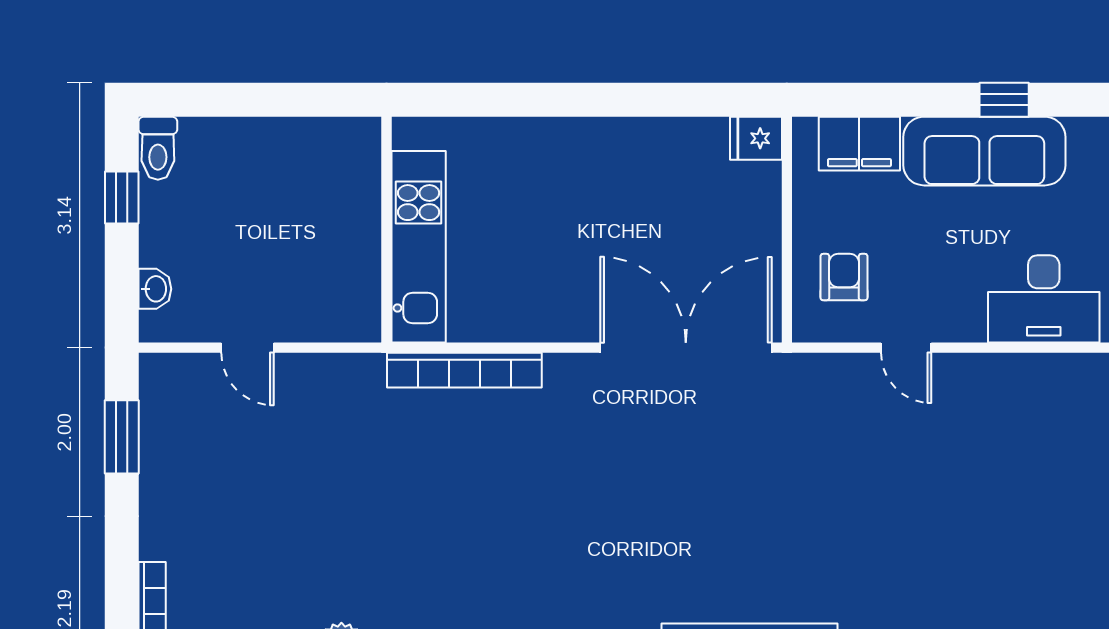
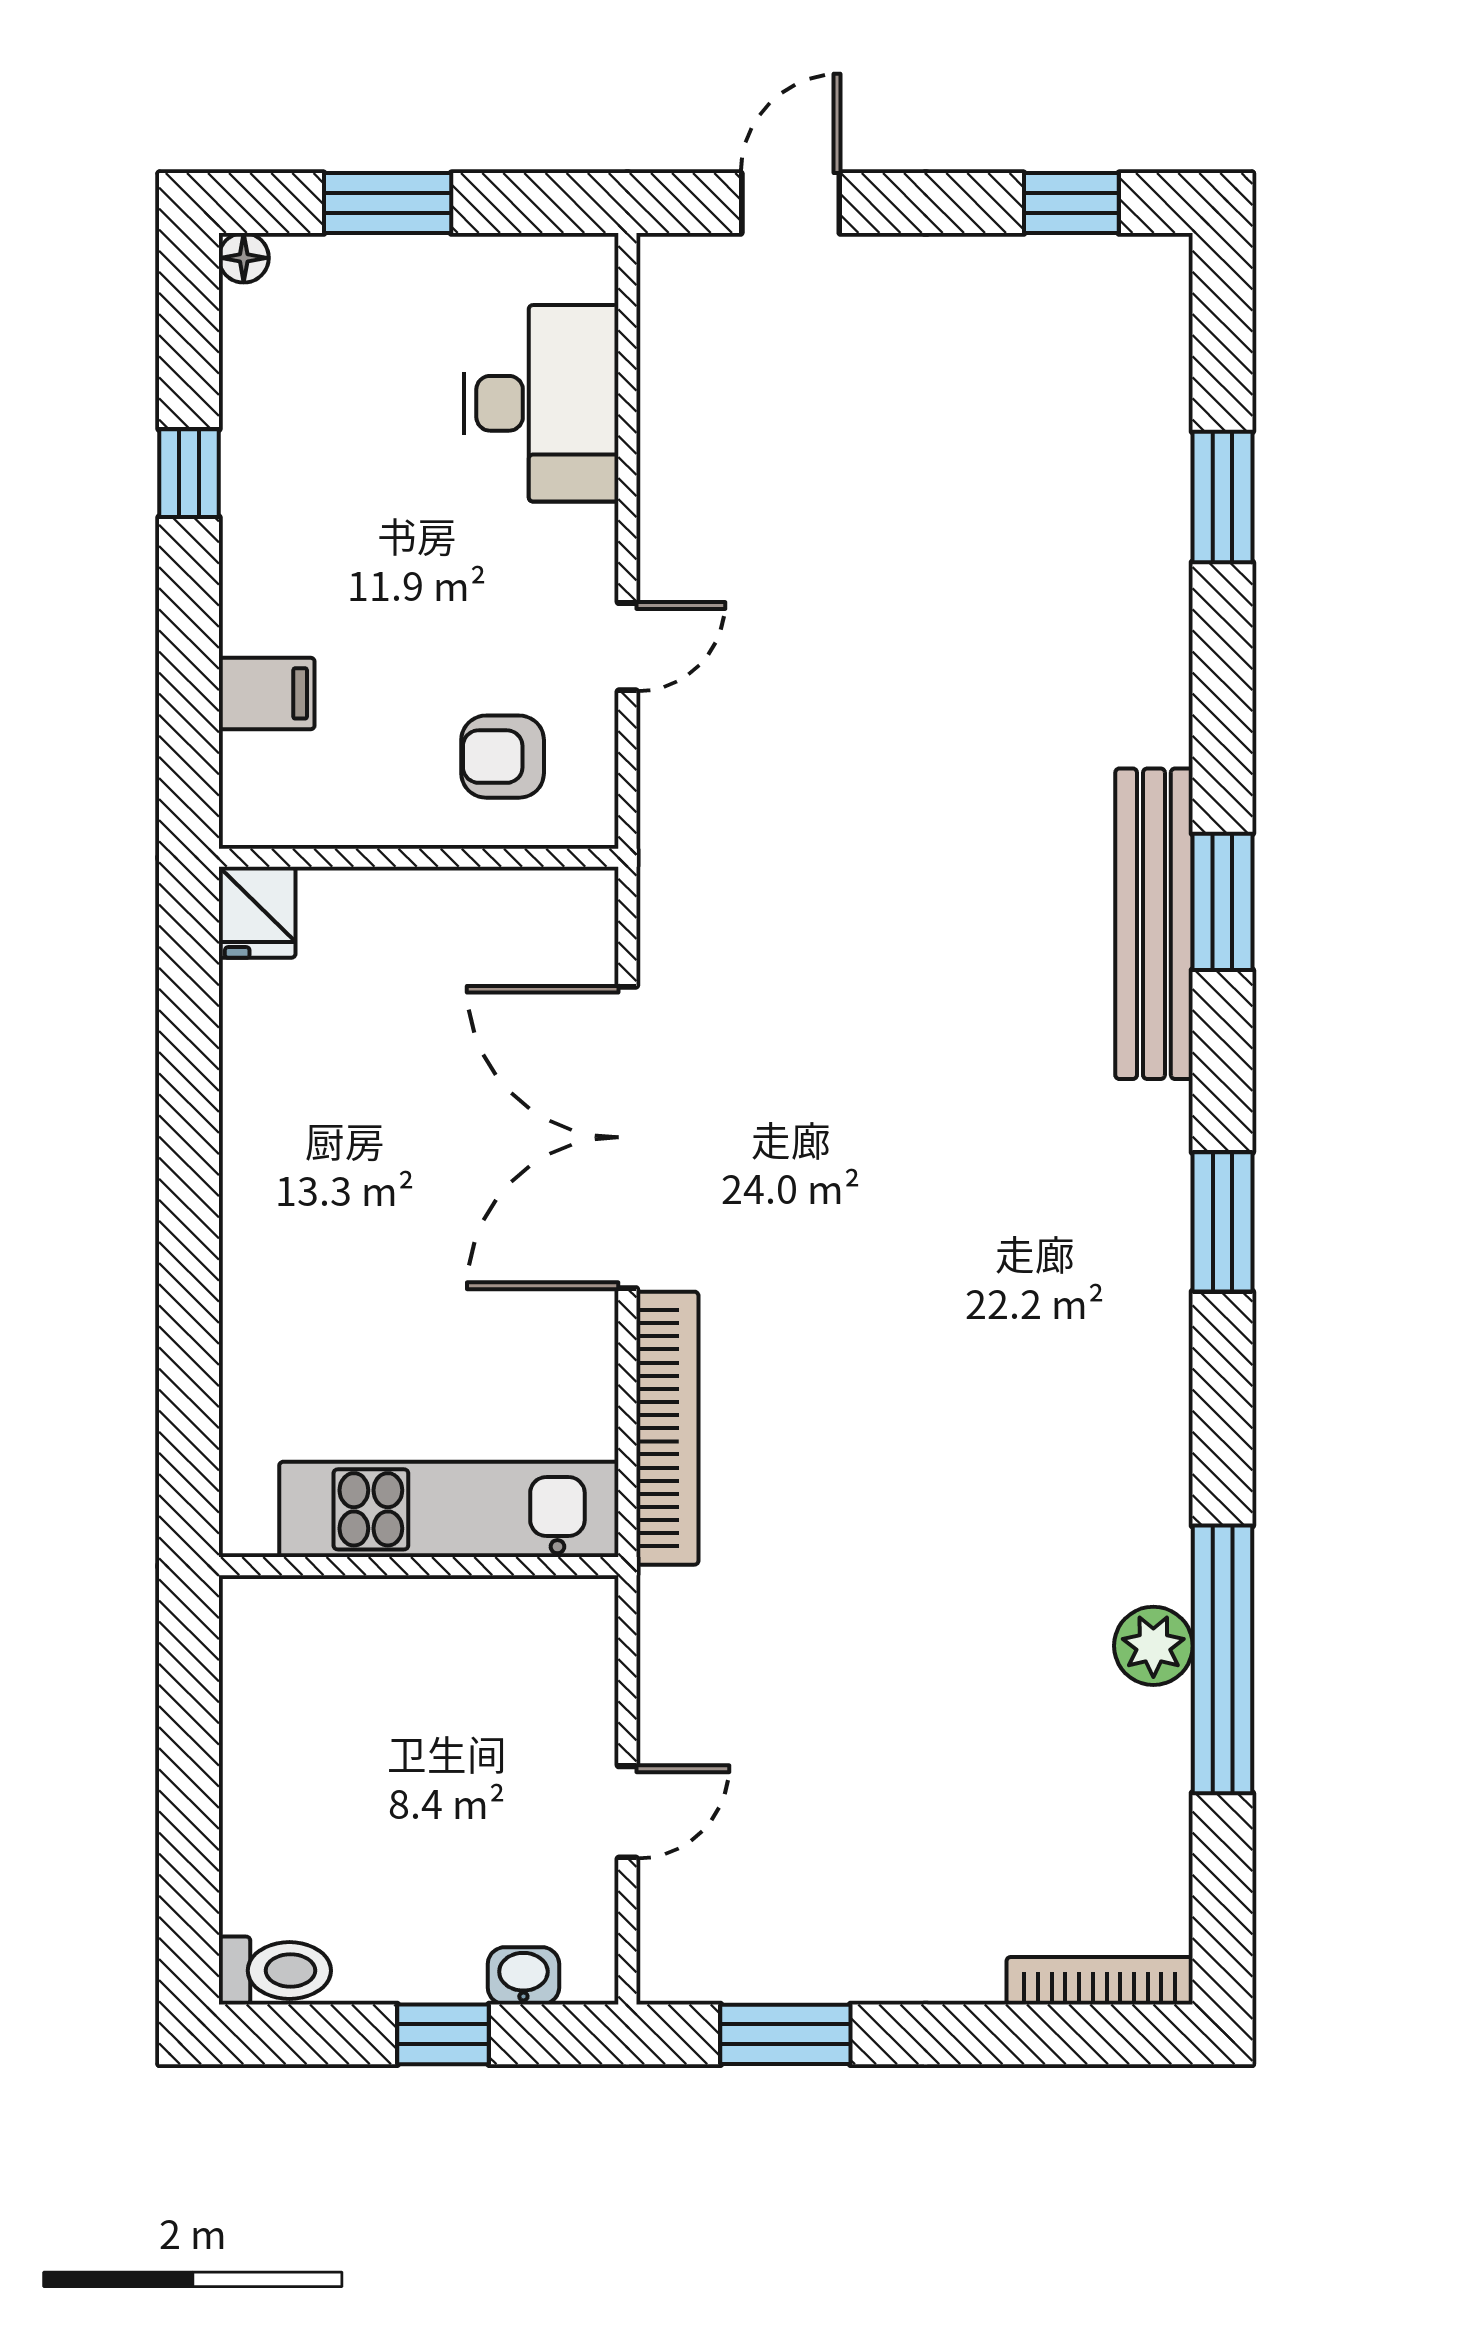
filing cabinet: (859, 144) -> (267, 693), width x0.50
sofa: (984, 151) -> (280, 508), removed
window: (122, 198) -> (443, 2034), moved
double door: (686, 348) -> (627, 1137), moved

